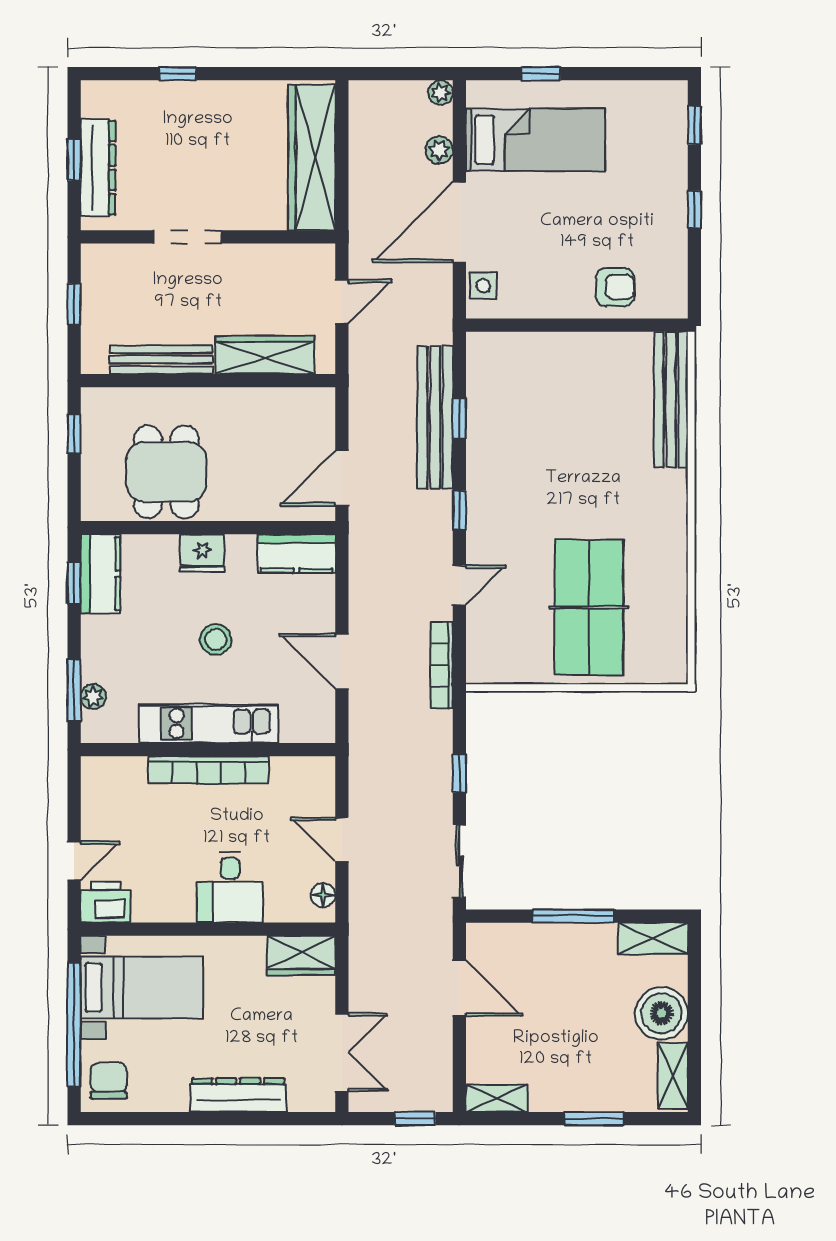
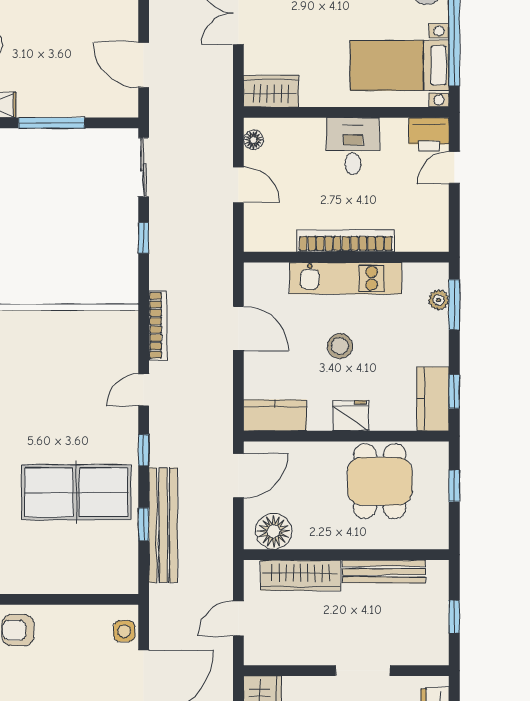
floor lamp: (298, 410) -> (274, 531), added
window: (74, 434) -> (454, 486), moved
table tennis table: (589, 607) -> (76, 492), moved, turned 90
desk: (230, 887) -> (353, 146), moved

